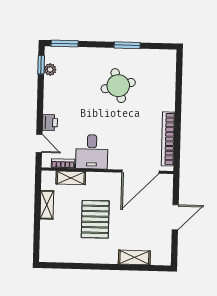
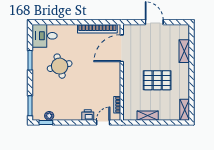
desk: (92, 152) -> (45, 36), moved, turned 180
door: (140, 172) -> (122, 48), swing flipped
shelving: (71, 178) -> (185, 110), moved

